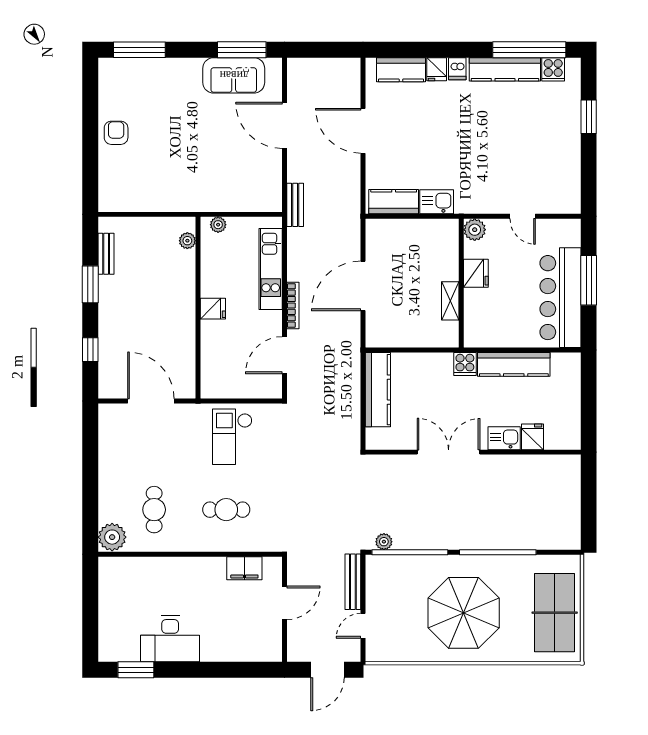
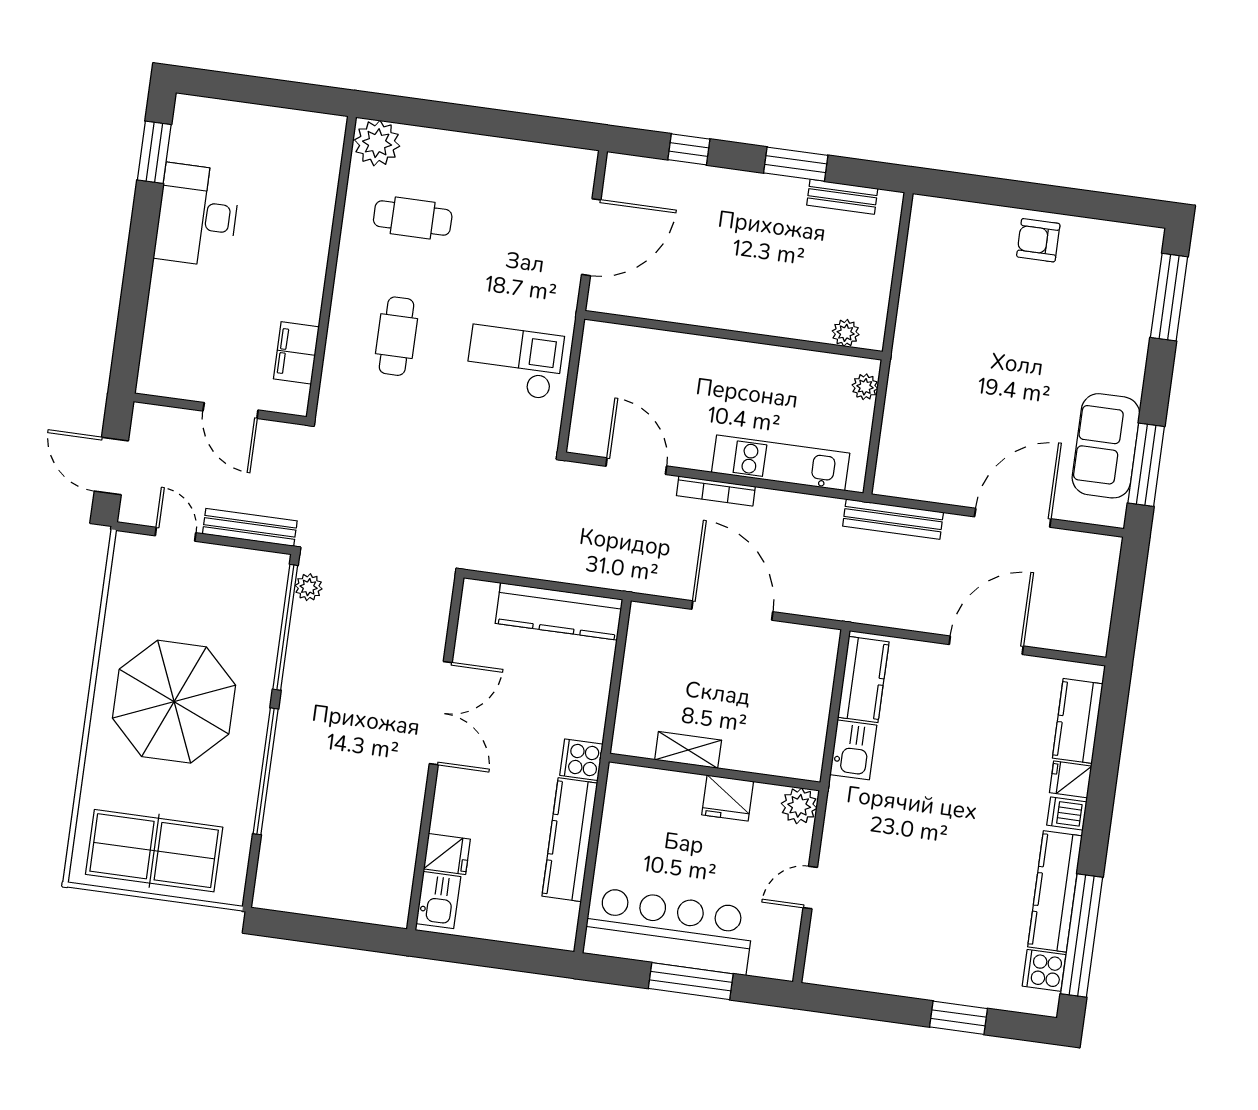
armchair: (116, 133) -> (1038, 240), turned 180
bench: (295, 205) -> (893, 519), width x1.36
fridge: (213, 309) -> (729, 359), removed
kitchen sink: (504, 438) -> (438, 900), moved

